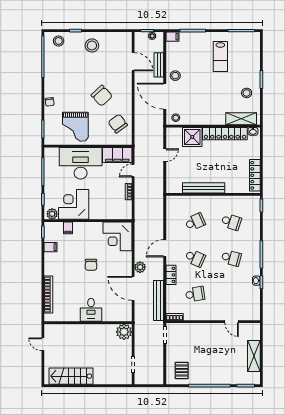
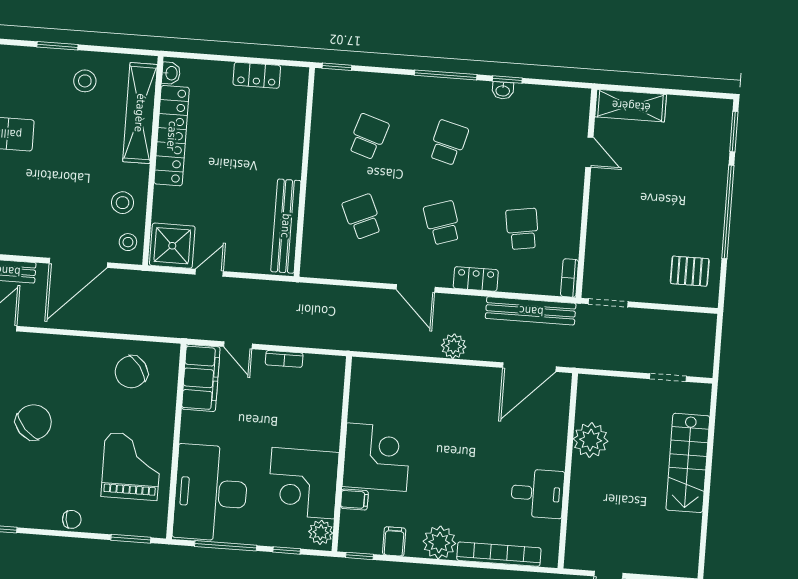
stool: (175, 76) -> (123, 203), moved
chair: (102, 96) -> (34, 422), moved
shelving: (241, 119) -> (140, 113), width x1.47
grand piano: (75, 127) -> (131, 466), turned -90
shower: (192, 137) -> (172, 246), moved
door: (165, 155) -> (209, 273), hinge flipped
desk: (81, 163) -> (211, 493), moved
locker: (255, 175) -> (257, 75), width x0.66
bench: (204, 188) -> (286, 226), moved
corner desk: (118, 236) -> (377, 457), moved, turned -90
school desk: (195, 258) -> (442, 223), turned -42
chair: (91, 265) -> (440, 455), removed
plant: (52, 267) -> (439, 542), added
door: (133, 288) -> (529, 367), moved
desk: (91, 310) -> (538, 493), moved
door: (232, 322) -> (589, 152), hinge flipped
plant: (124, 332) -> (591, 440), moved
shelving: (254, 356) -> (631, 106), moved
stairs: (71, 376) -> (688, 463), moved

